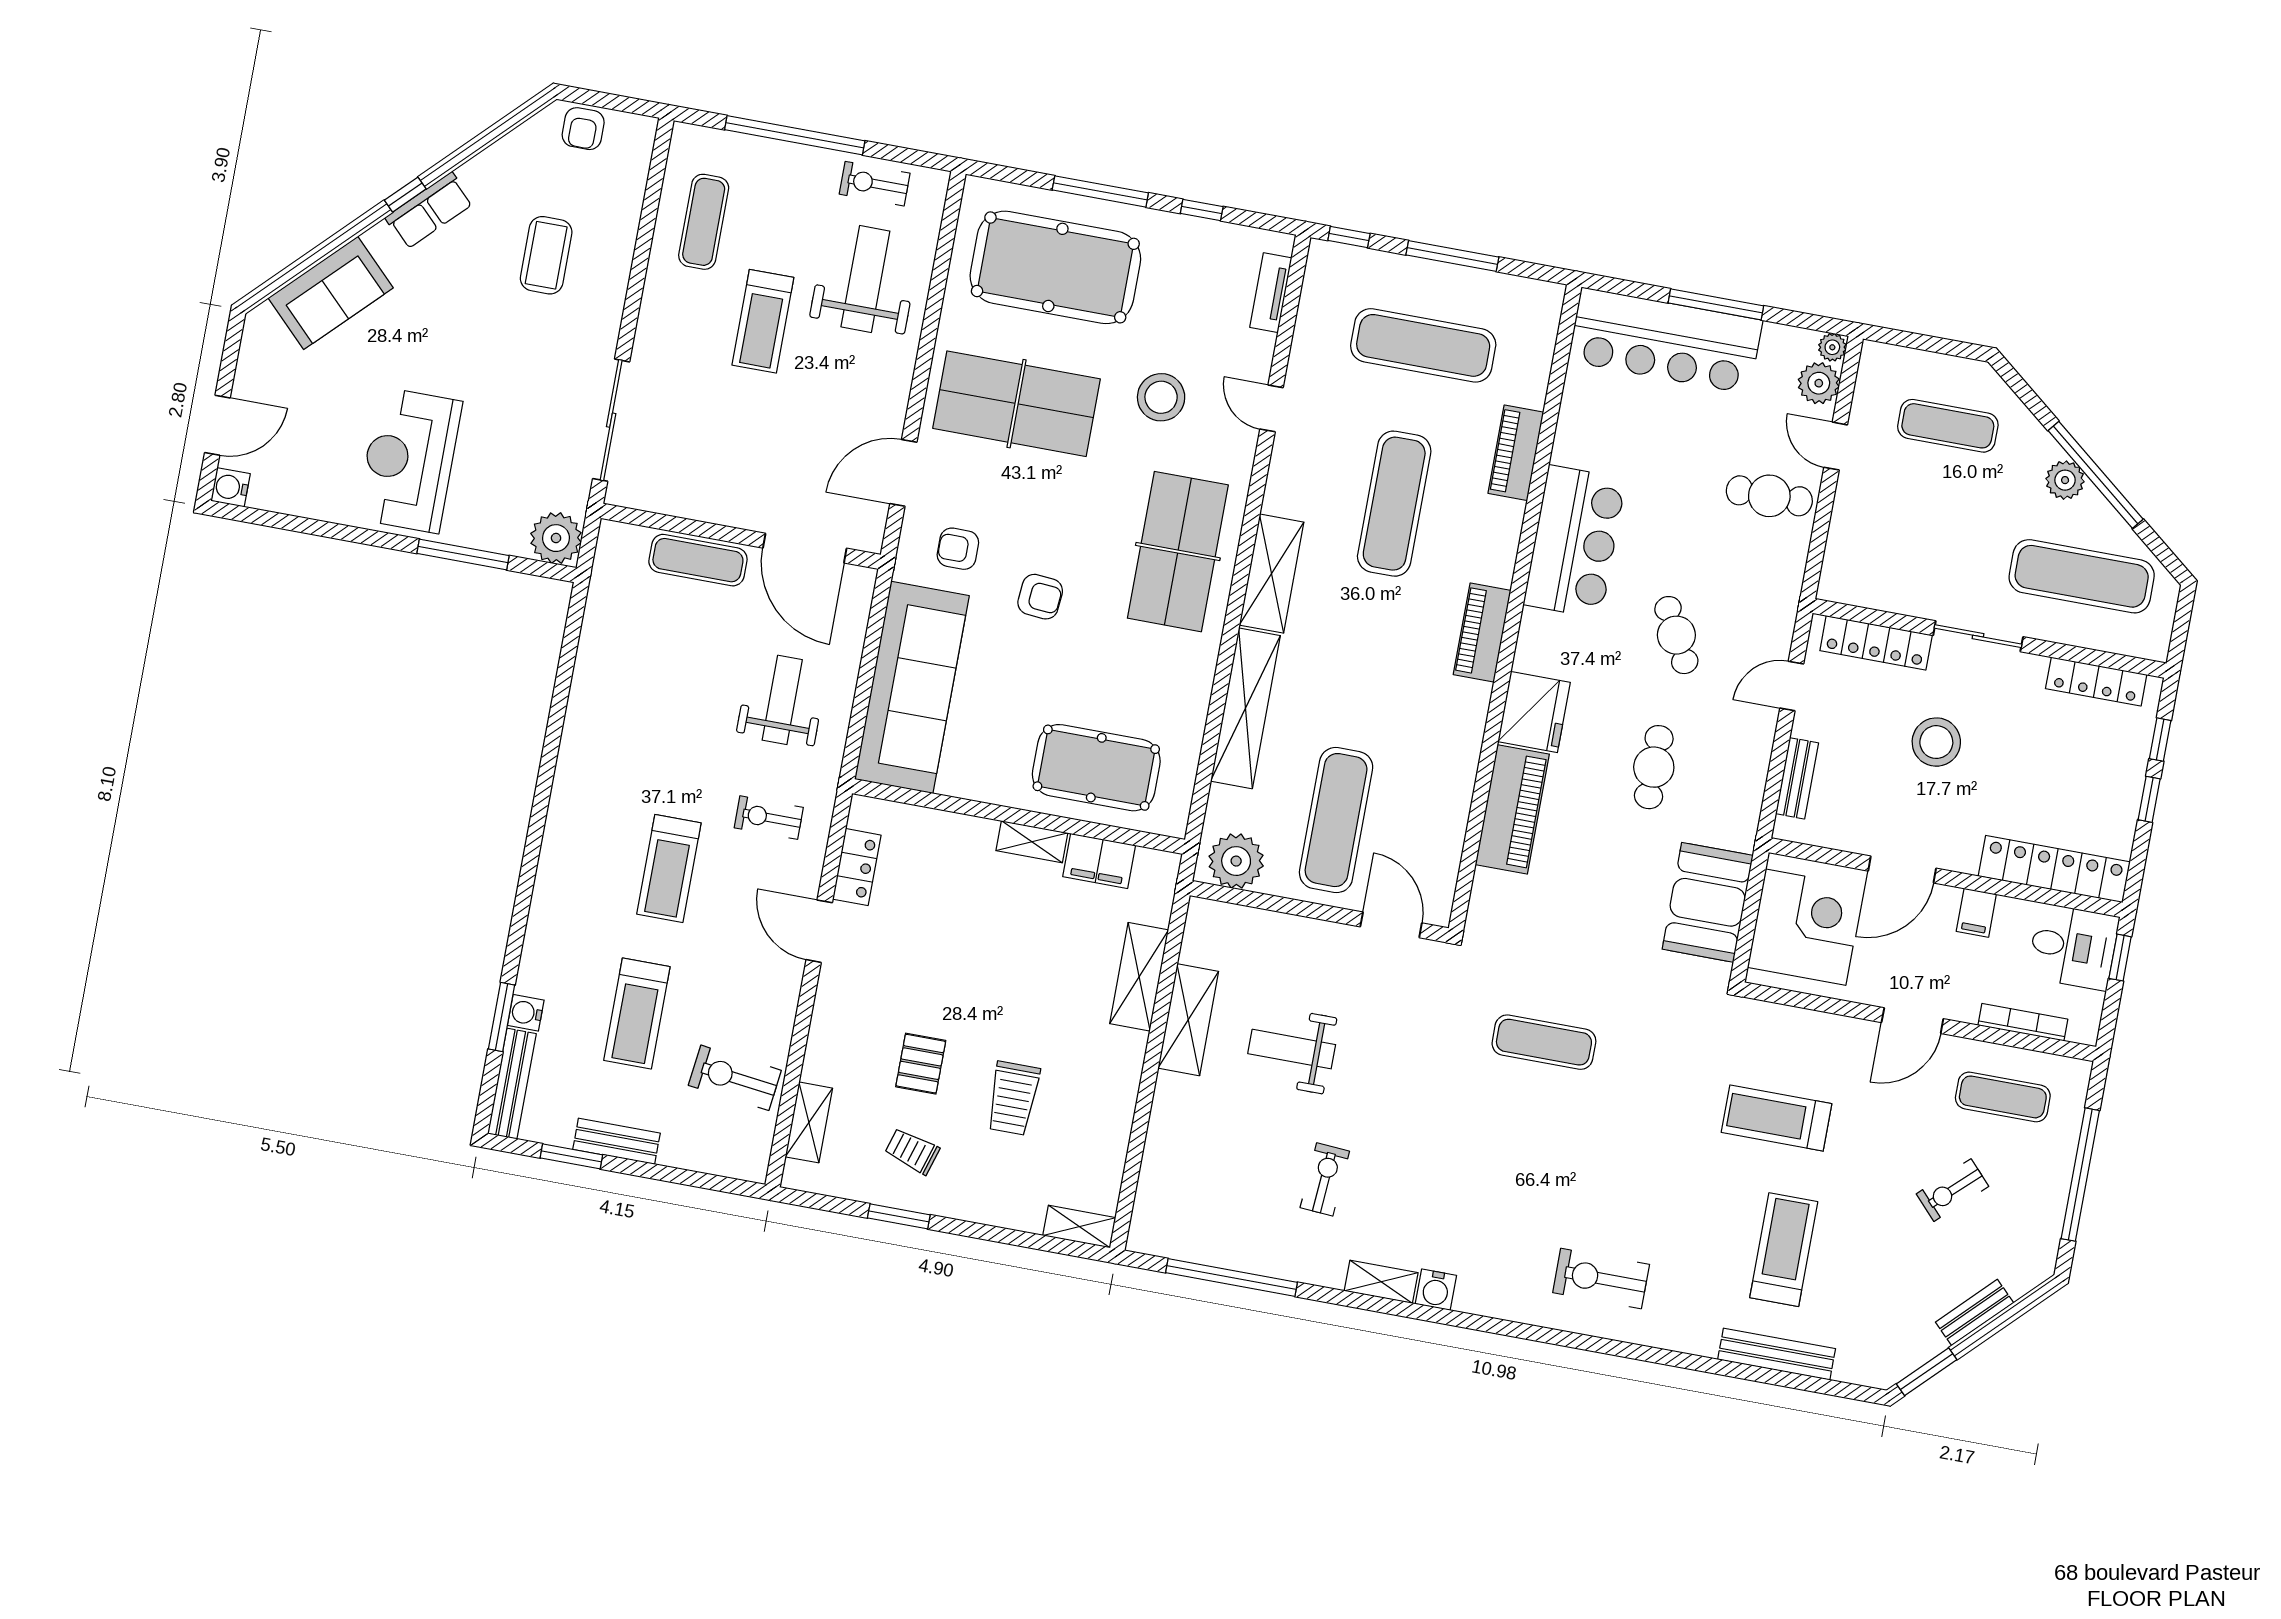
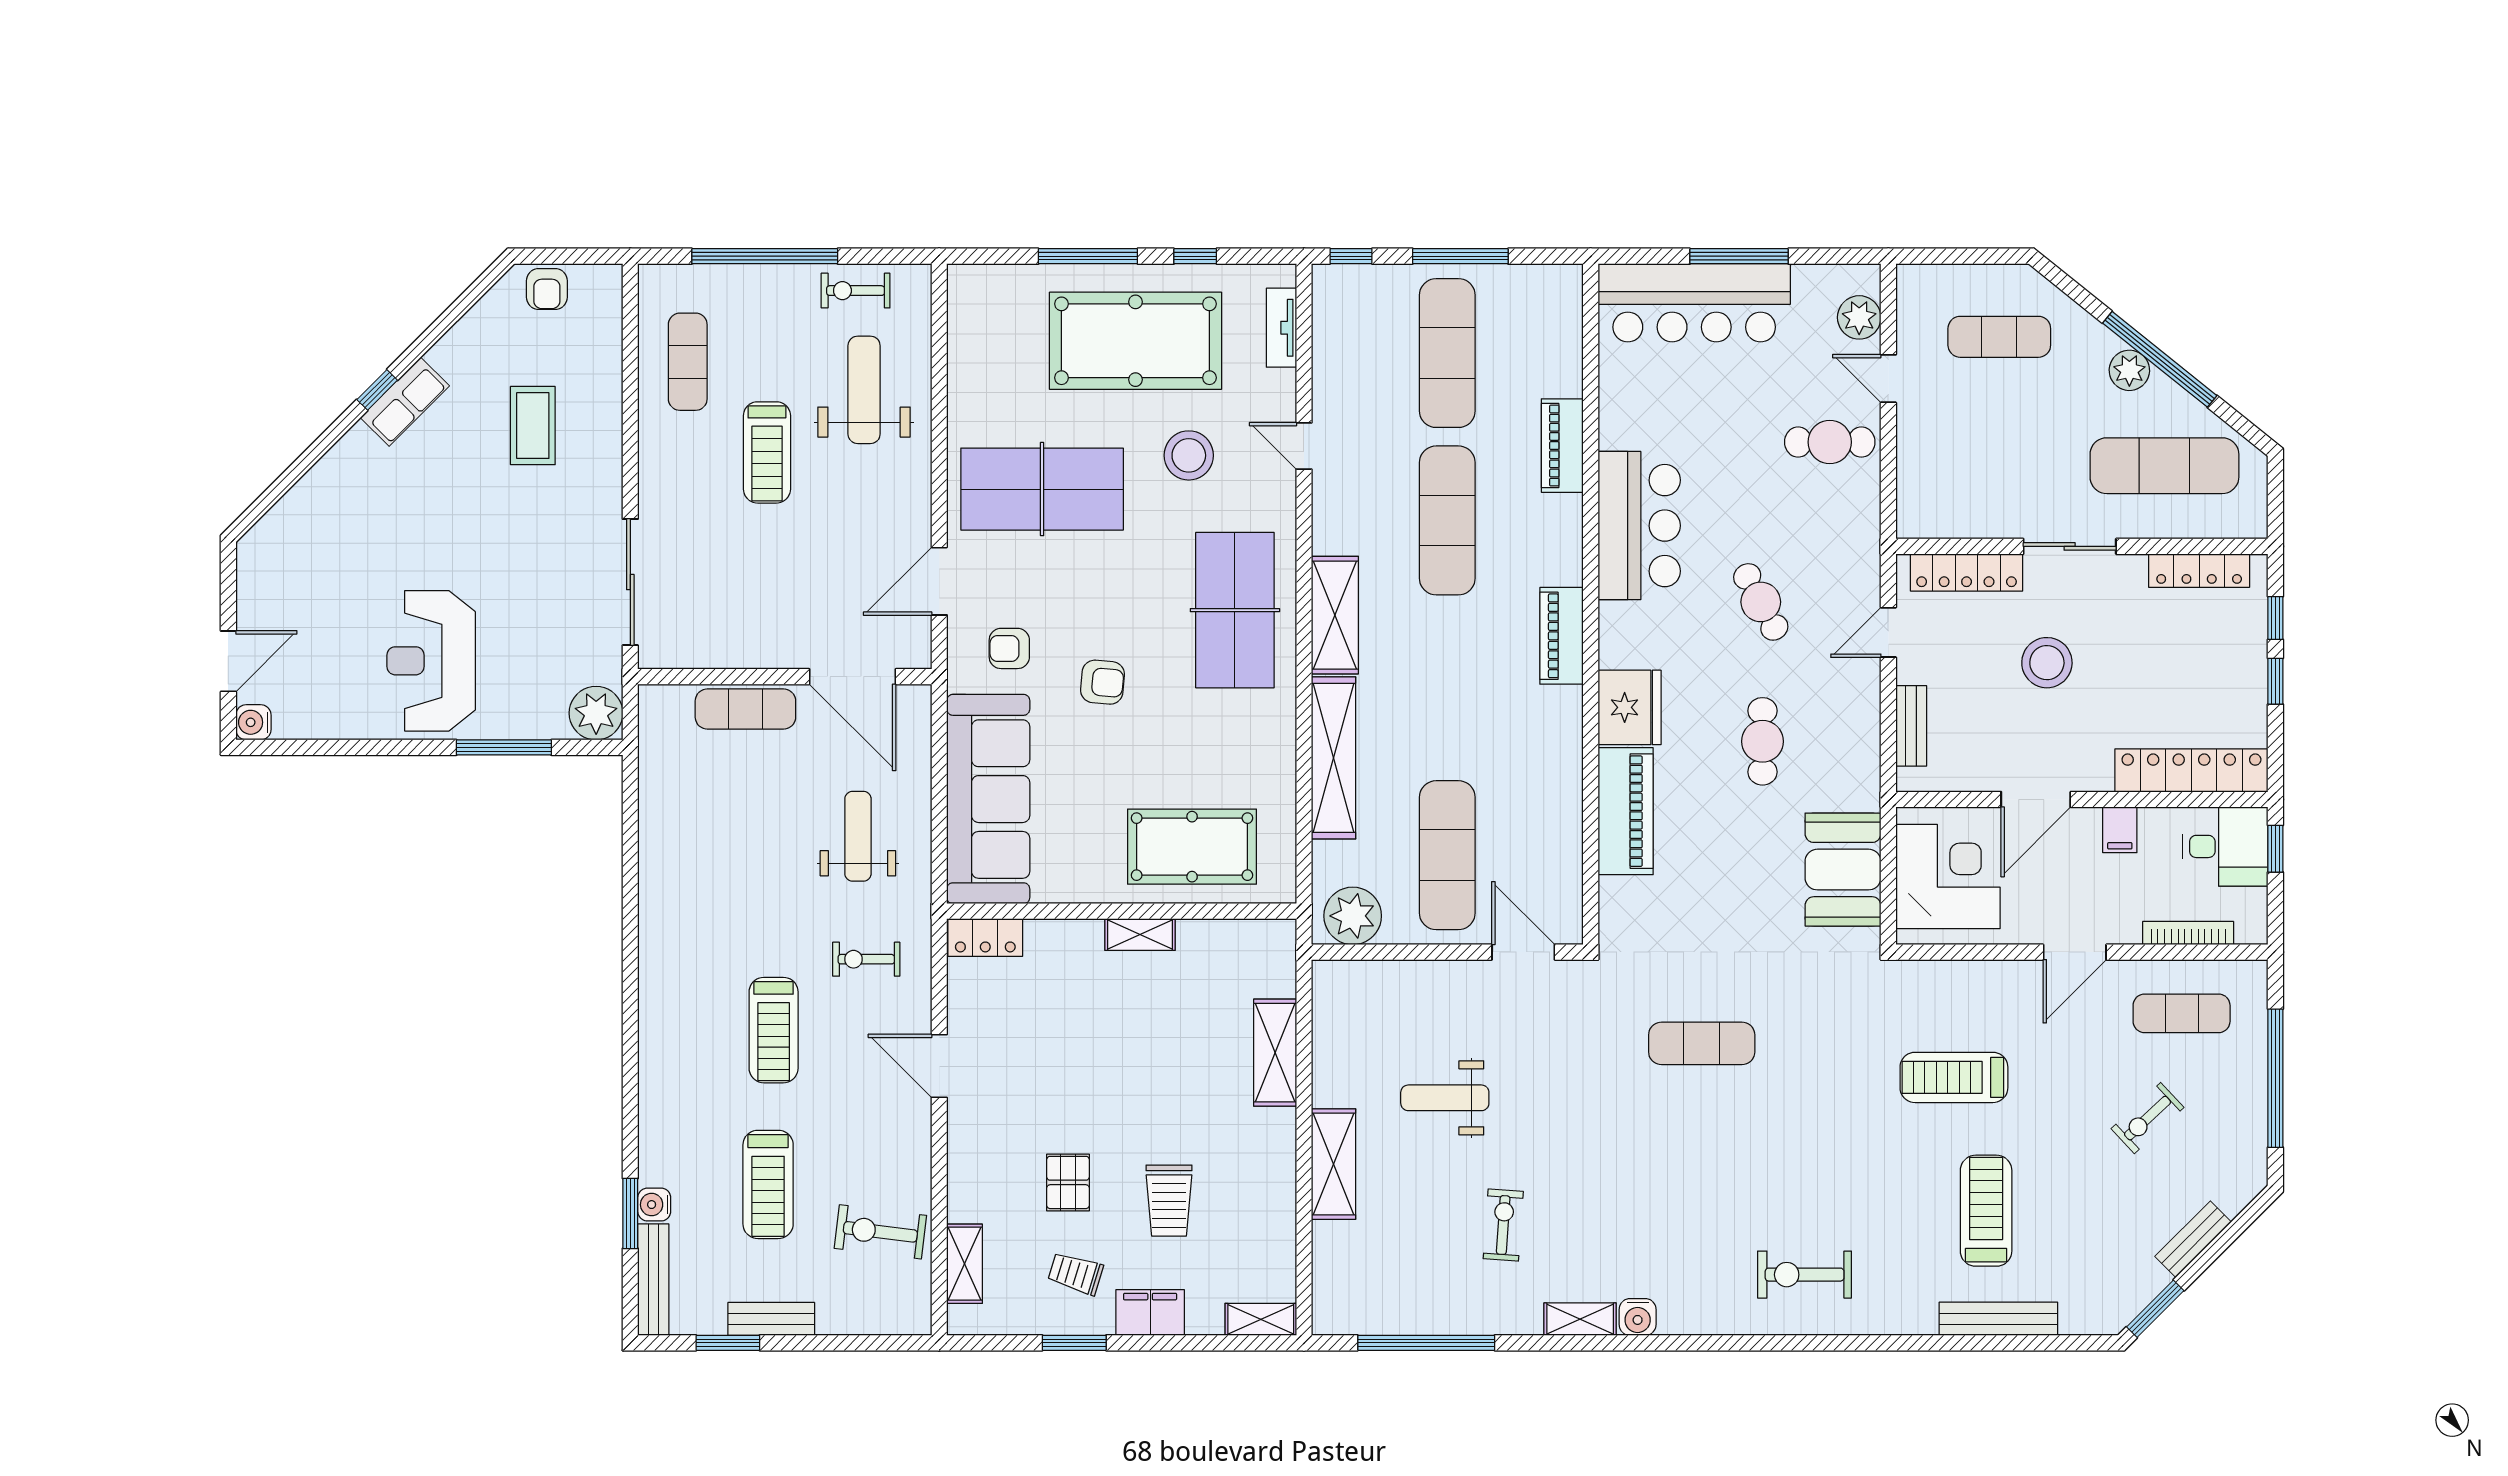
pool table: (1055, 267) -> (1135, 341), moved
sofa: (331, 293) -> (319, 505), removed
exercise mat: (1423, 345) -> (1447, 353), turned 90
plant: (1832, 347) -> (1866, 278), removed
filing cabinet: (1099, 861) -> (1150, 1313), moved, turned 180
locker: (857, 867) -> (985, 937), moved, turned 90
shelving: (1188, 1020) -> (1334, 1164), moved

